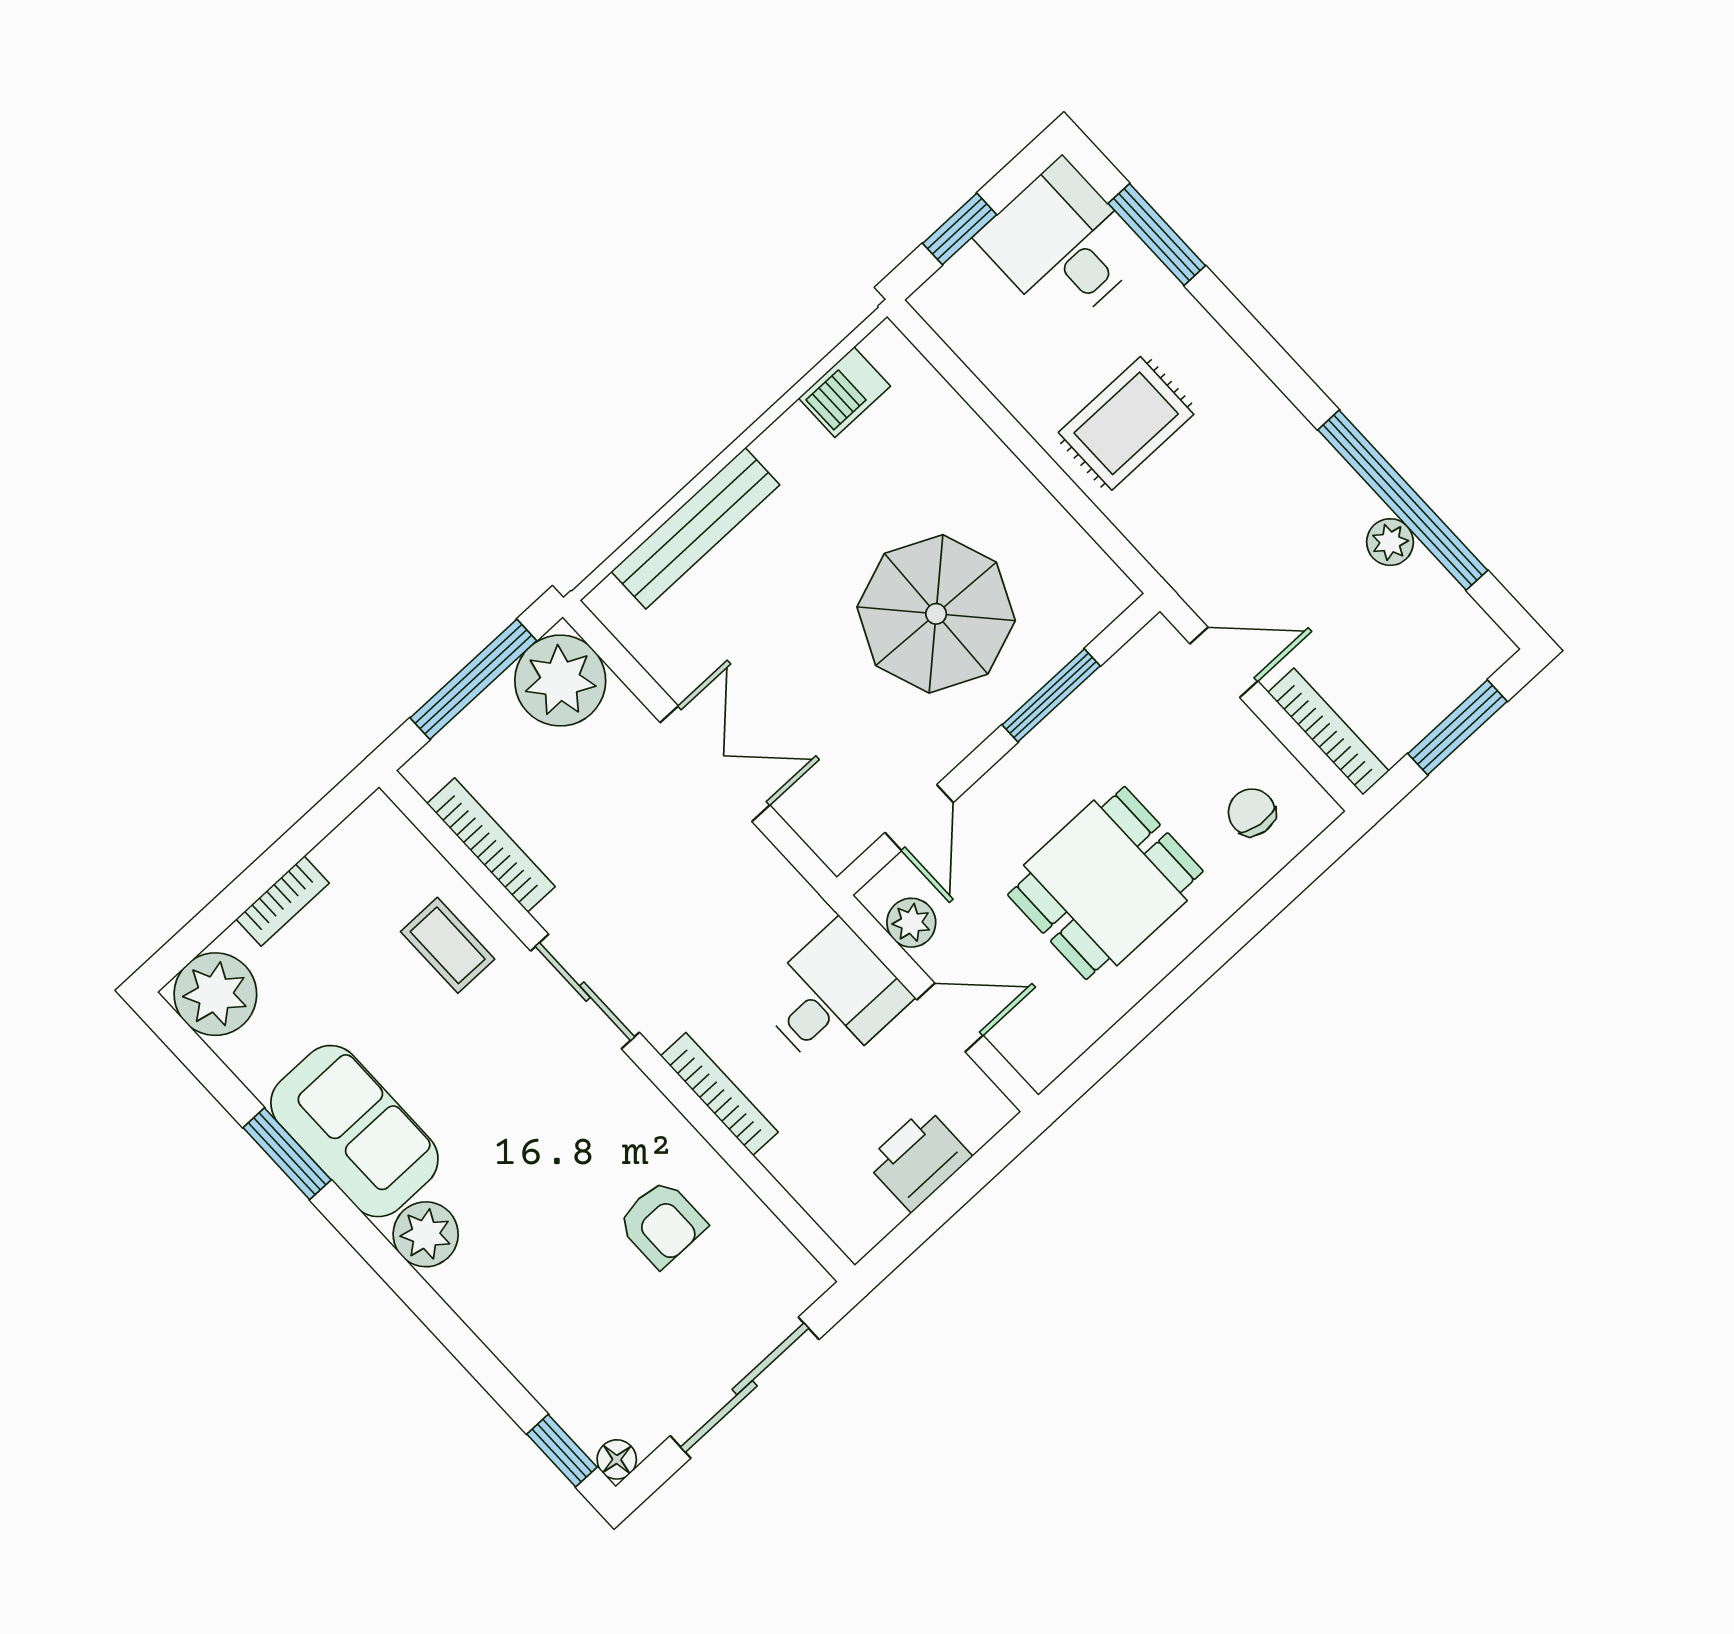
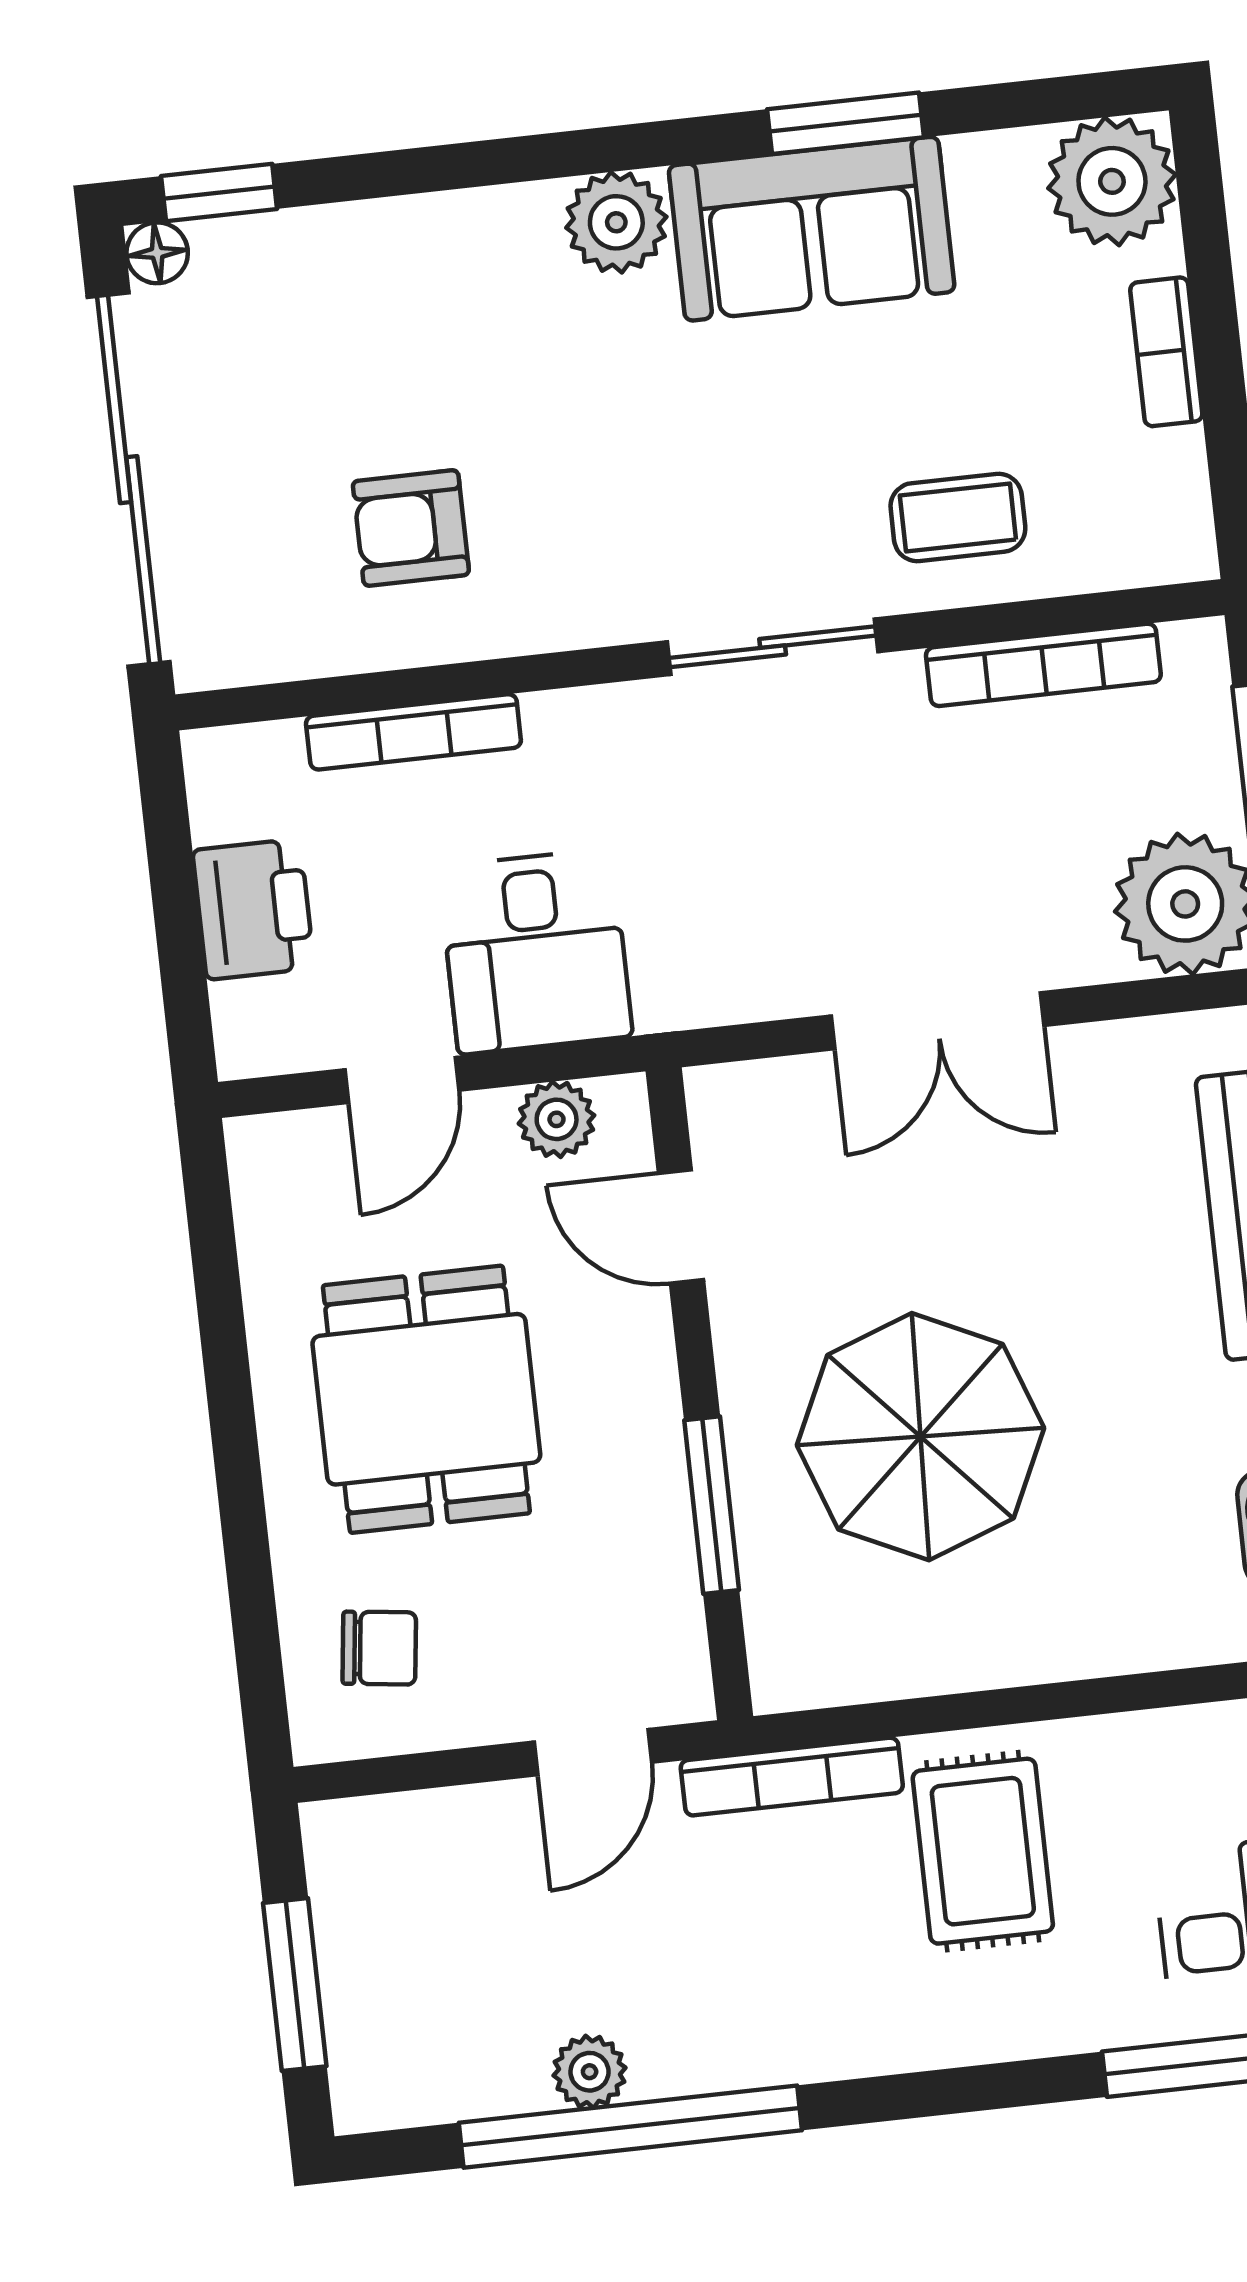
bookcase: (1328, 732) -> (792, 1777), moved
bookcase: (719, 1094) -> (413, 732), moved
sliding door: (745, 1388) -> (129, 480), width x1.36

